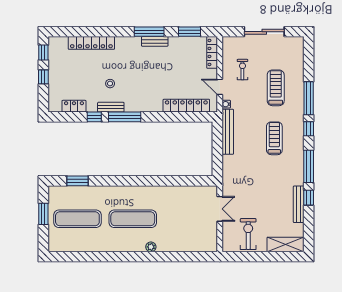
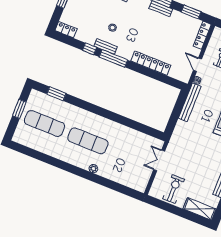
locker: (74, 106) -> (66, 30), moved
locker: (186, 106) -> (151, 63), moved
double door: (220, 209) -> (159, 160), swing flipped

